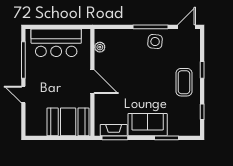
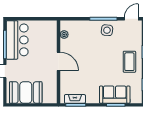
bar counter: (56, 43) -> (17, 40), moved, turned -90
booth: (68, 122) -> (26, 92), moved
sofa: (148, 125) -> (115, 95), moved

